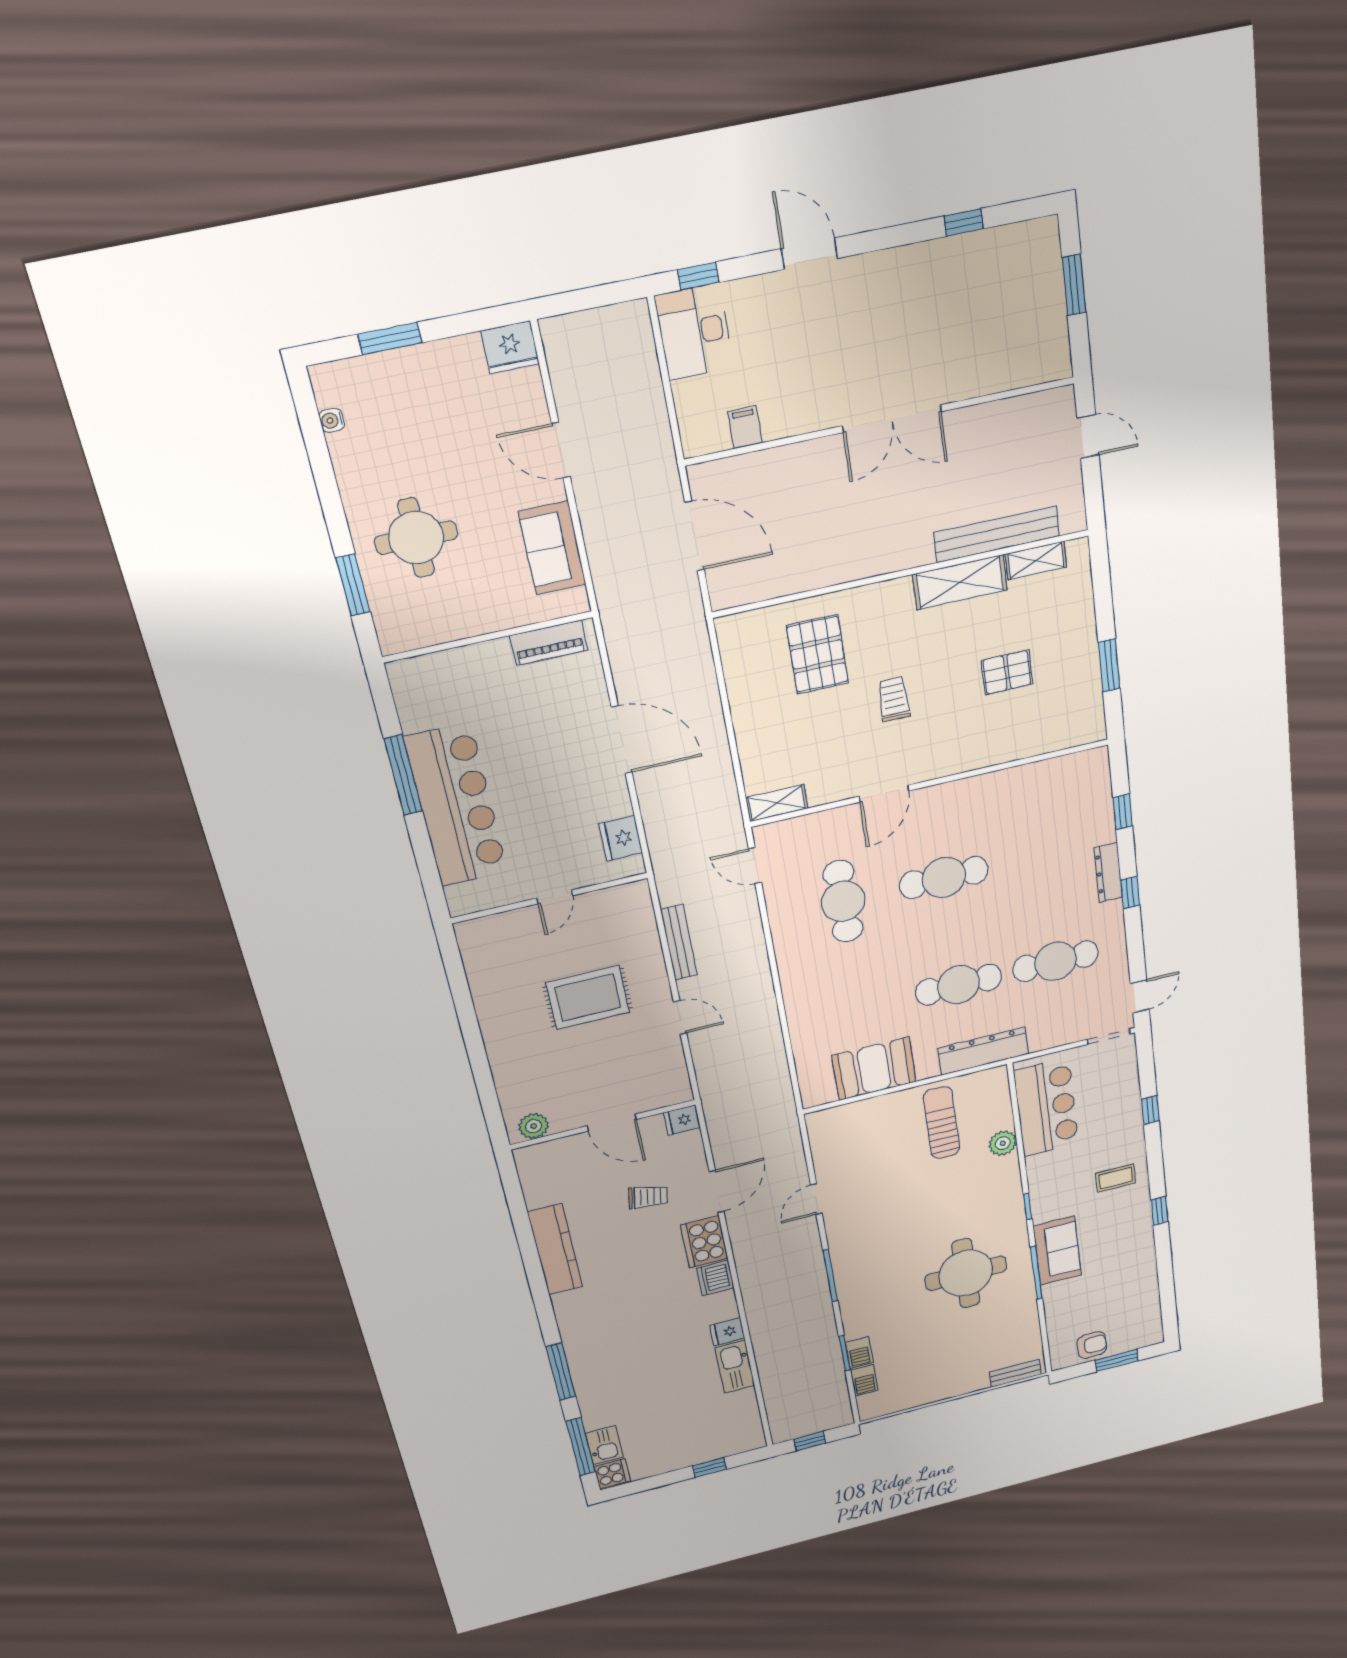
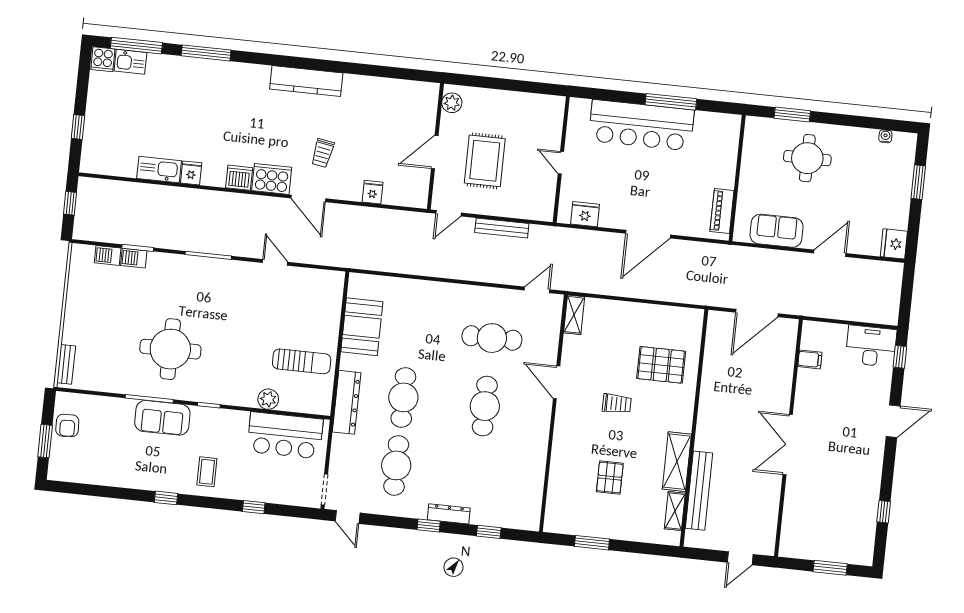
door: (612, 1123) -> (435, 152), moved
wall: (603, 1125) -> (435, 146), moved
plant: (534, 1126) -> (452, 103), moved

